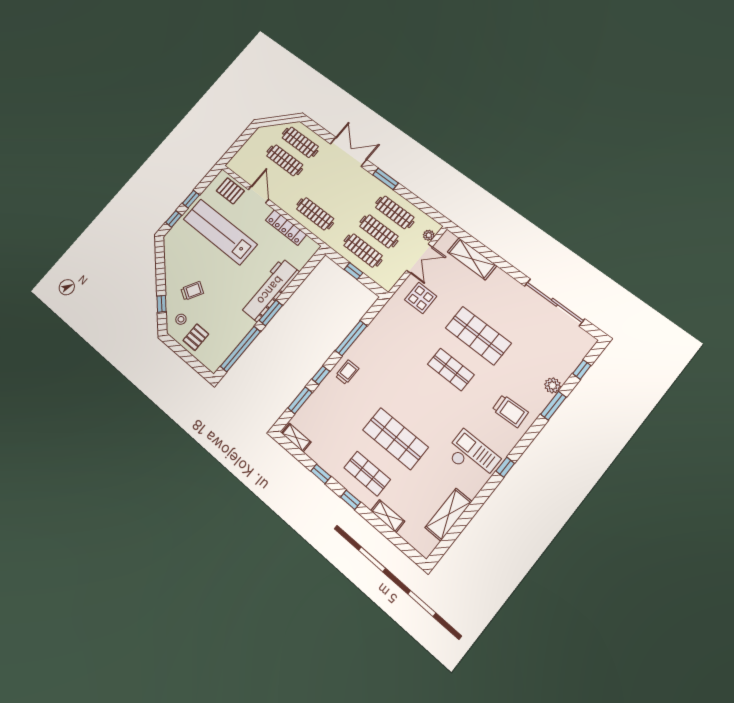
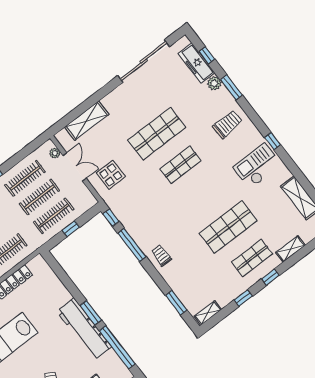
workbench: (270, 290) -> (84, 329), moved
freezer: (570, 360) -> (196, 63), added
window: (321, 375) -> (111, 218), moved

